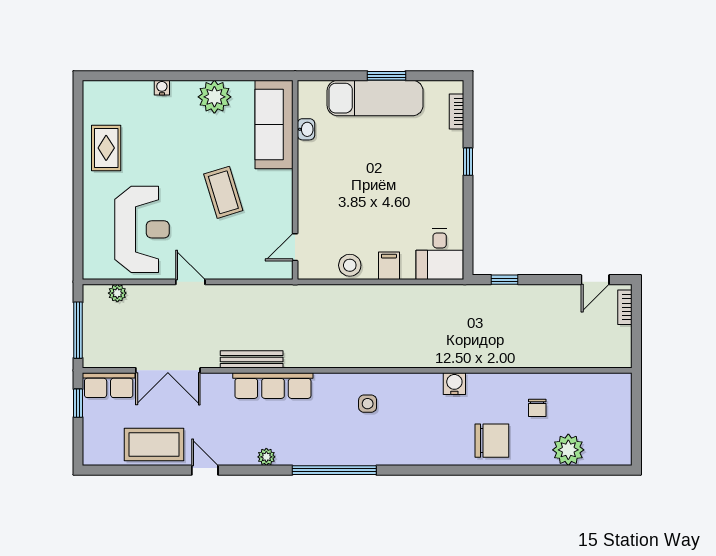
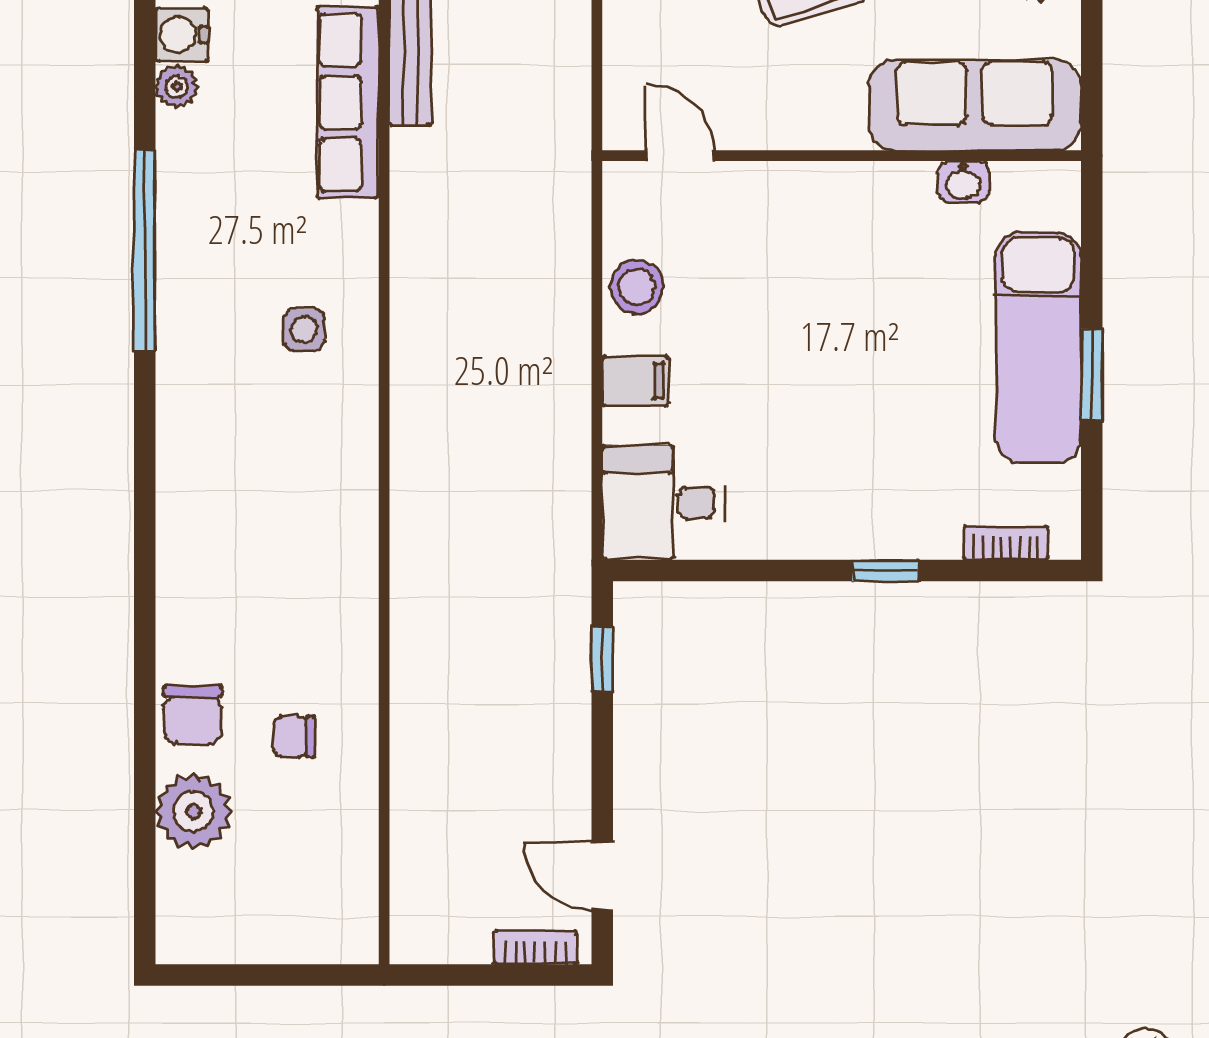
water cooler: (454, 384) -> (182, 35), moved, turned 180
chair: (492, 441) -> (193, 715), moved, width x0.73, depth x0.73

